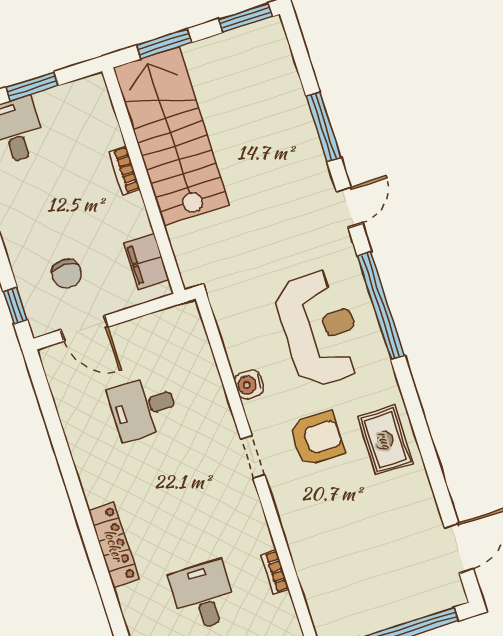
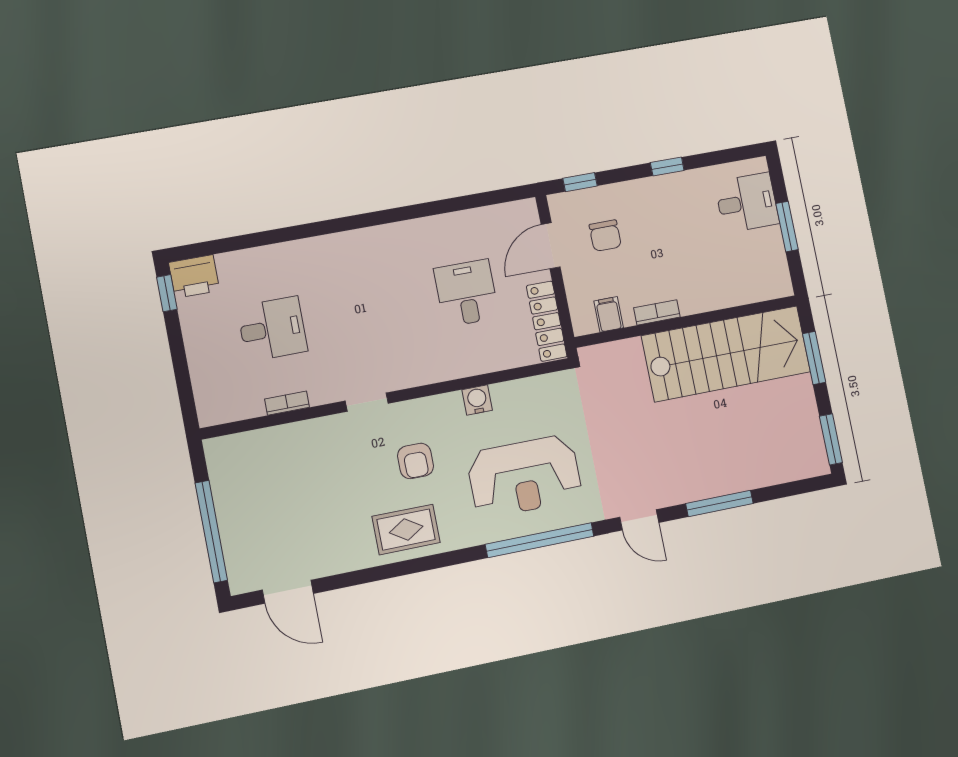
bookcase: (125, 170) -> (657, 312), moved
filing cabinet: (146, 261) -> (609, 314), width x0.50
chair: (67, 274) -> (605, 236), turned -90
armchair: (317, 439) -> (415, 461), width x0.72, depth x0.72
doorway: (253, 457) -> (367, 402), moved
locker: (114, 545) -> (547, 321), moved, turned 90

